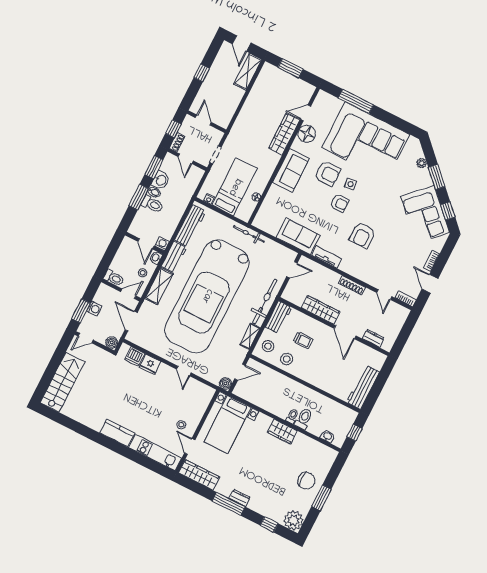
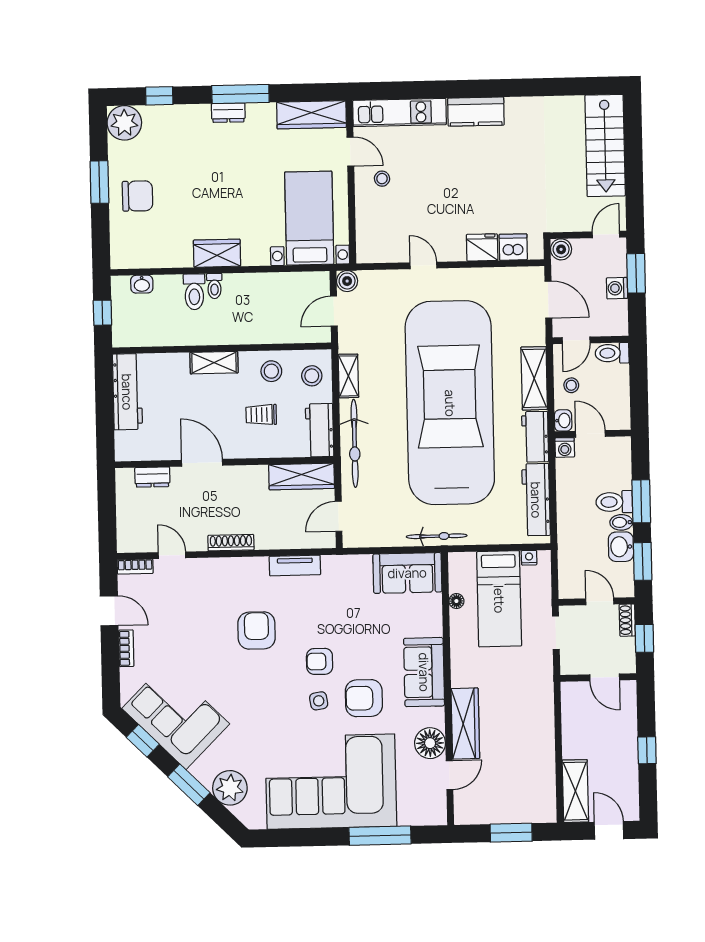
plant: (422, 163) -> (230, 788), width x1.88, depth x1.88
sofa: (298, 236) -> (407, 573), moved
wardrobe: (321, 310) -> (302, 477), moved
shelving: (313, 378) -> (214, 363), added
chair: (306, 481) -> (137, 196), turned 180

